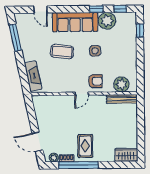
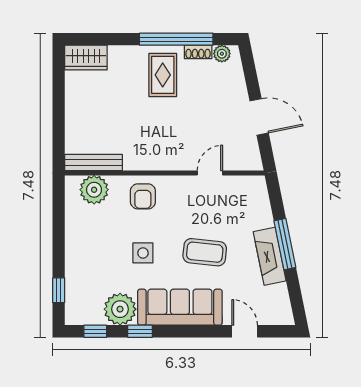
window: (15, 38) -> (285, 244), moved
fireplace: (33, 76) -> (270, 256), moved
armchair: (95, 81) -> (143, 196), turned -90
door: (82, 94) -> (210, 173), moved
door: (37, 142) -> (259, 117), moved

